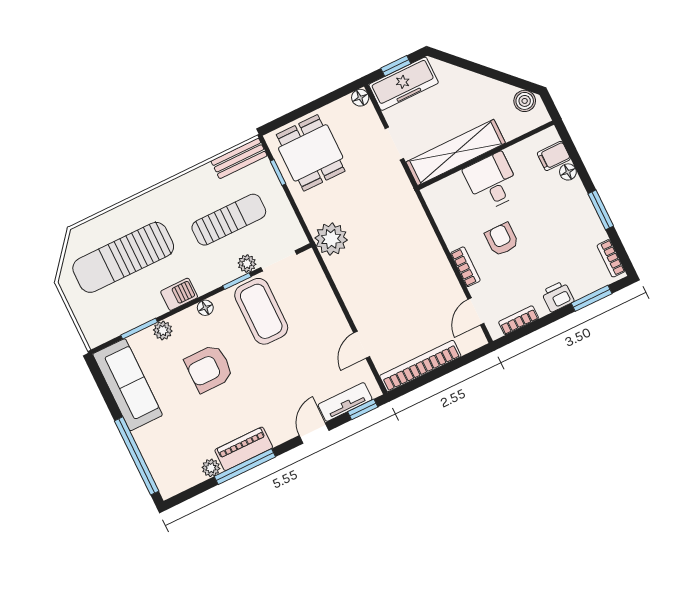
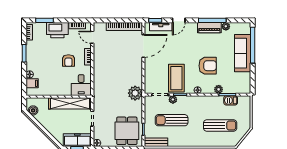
desk: (492, 182) -> (81, 85), moved
sun lounger: (123, 257) -> (220, 125), width x0.73, depth x0.75
barbecue: (179, 294) -> (231, 100), moved
printer: (558, 296) -> (57, 30), width x1.87, depth x1.48
door: (476, 311) -> (92, 37), swing flipped
door: (362, 345) -> (143, 46), width x1.87
sofa: (128, 385) -> (243, 53), moved

